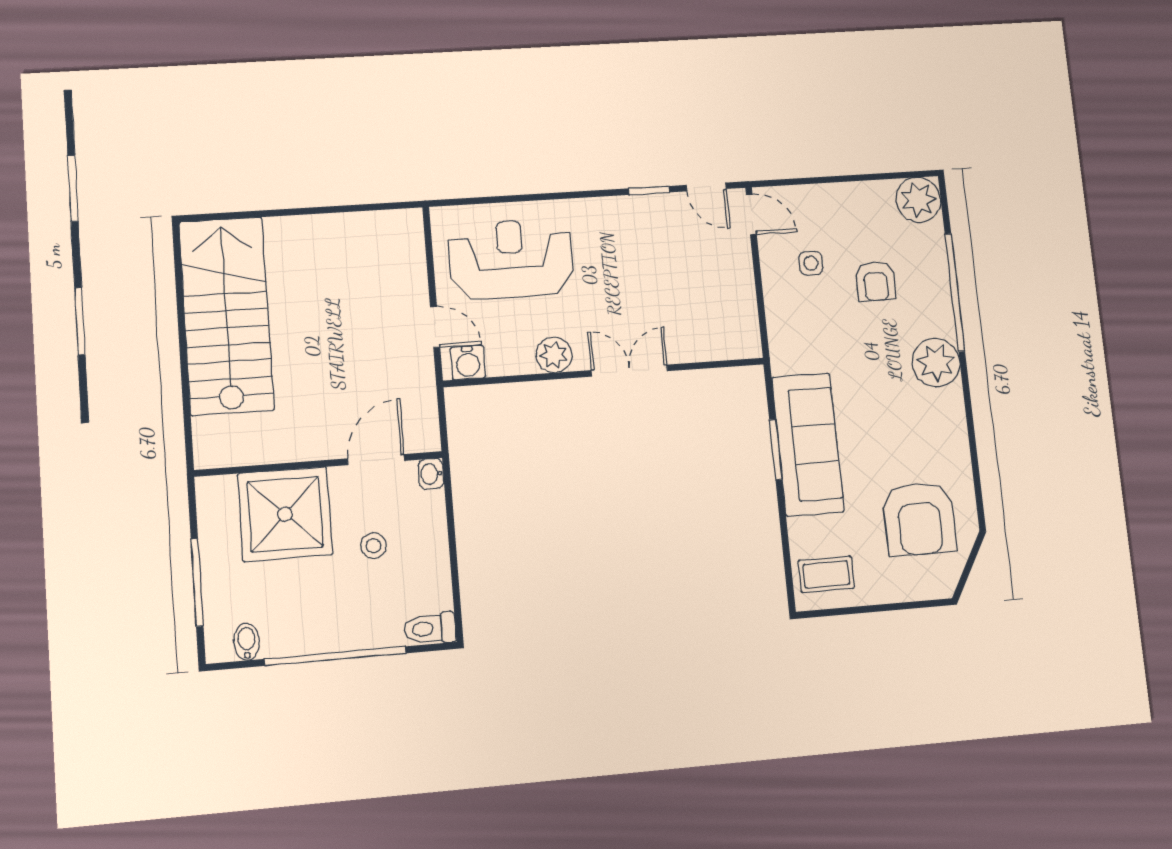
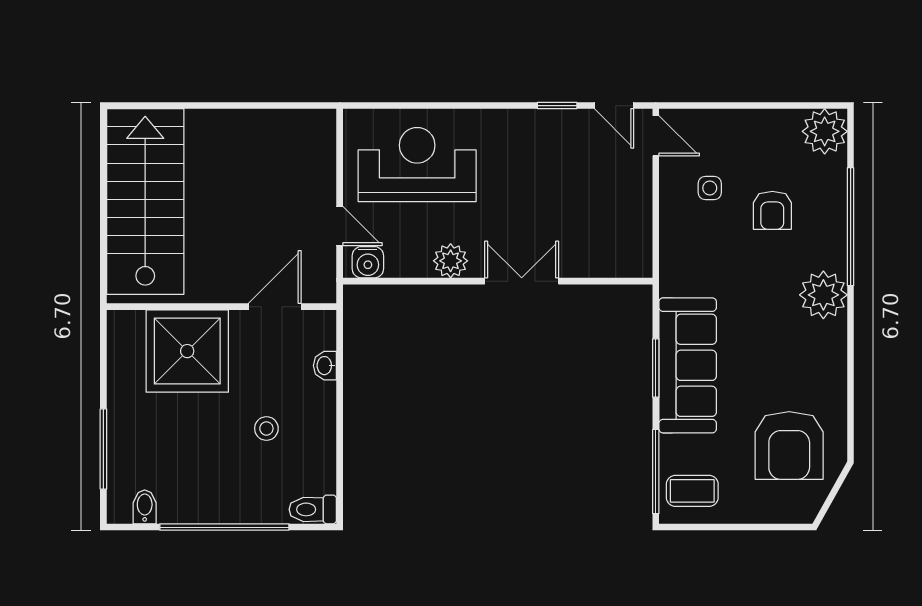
door: (376, 460) -> (275, 307), moved
wall: (319, 464) -> (222, 307), moved
shower: (285, 514) -> (187, 351), moved
window: (787, 557) -> (656, 472), added

